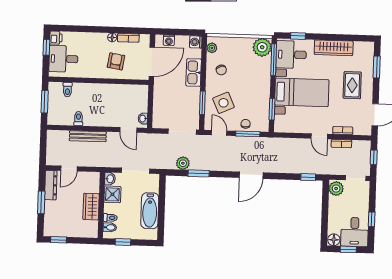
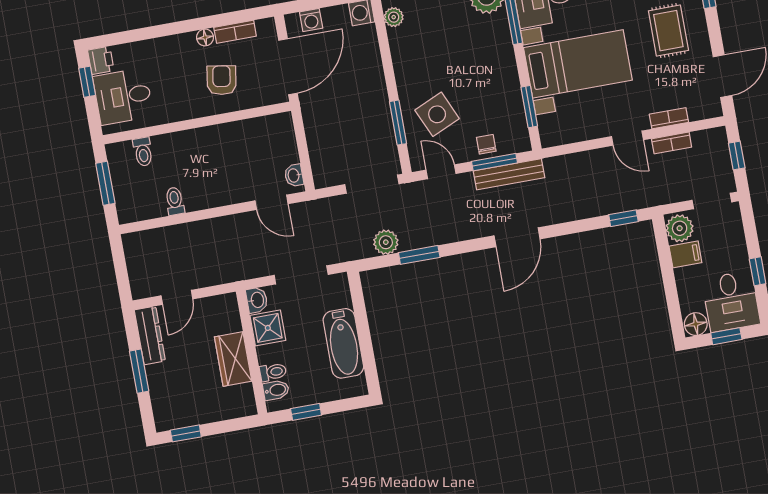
chair: (221, 70) -> (420, 54), removed
kitchen sink: (194, 72) -> (370, 70), removed
bench: (88, 136) -> (509, 174), moved
filing cabinet: (336, 203) -> (685, 254), added

